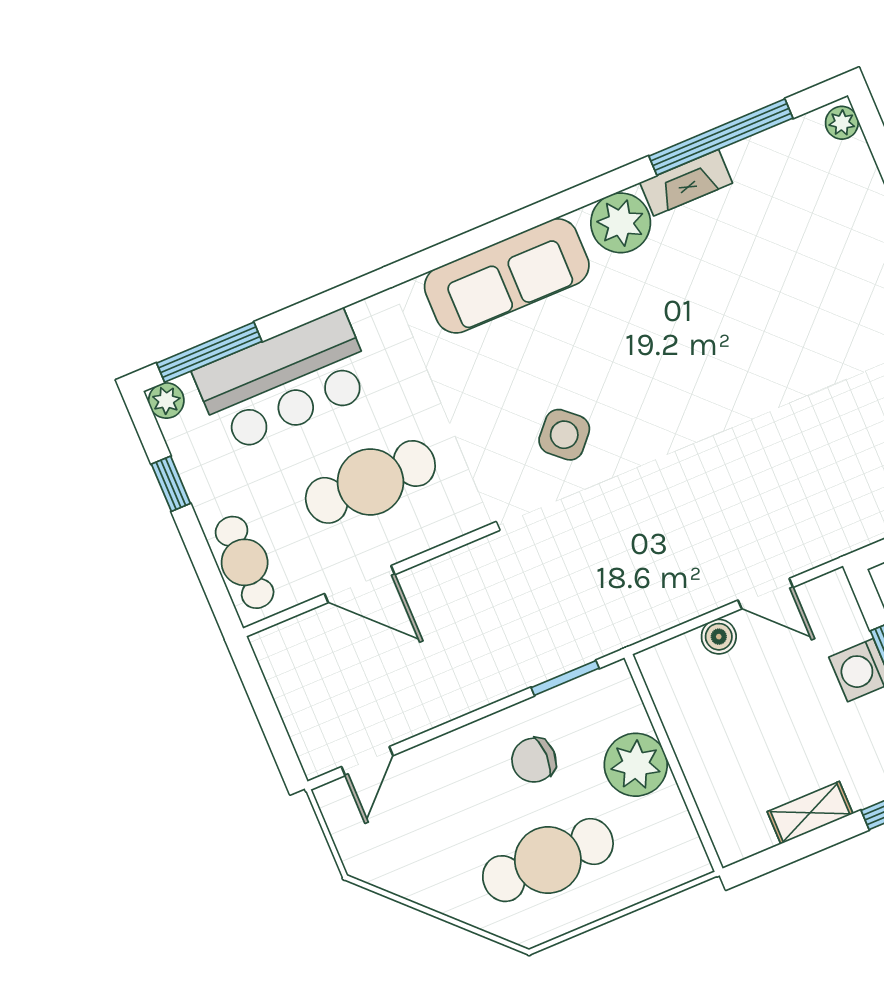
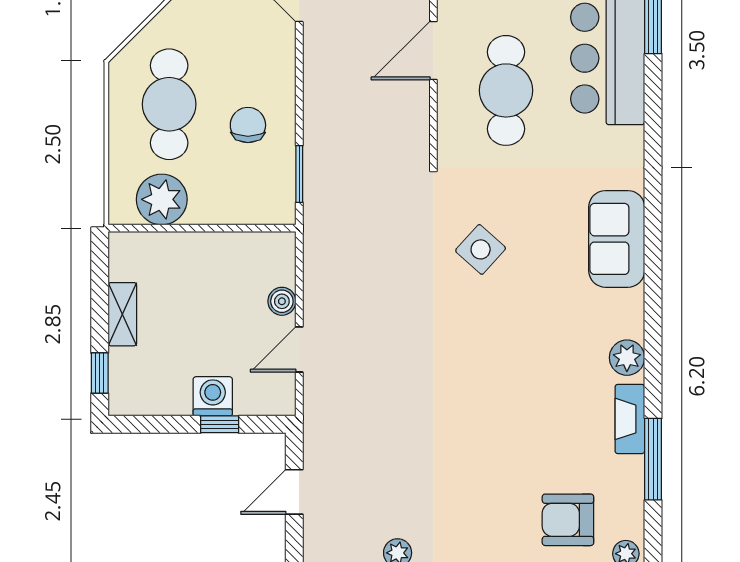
window: (721, 137) -> (653, 459), width x0.68
armchair: (831, 205) -> (568, 520), added
plant: (621, 223) -> (627, 358), width x0.73, depth x0.73
sofa: (507, 276) -> (617, 239), width x0.73
plant: (636, 765) -> (162, 199), moved

